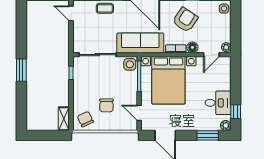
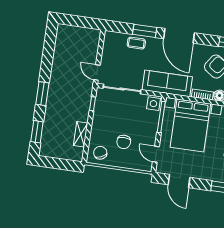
door: (71, 13) -> (97, 72), moved
window: (21, 108) -> (37, 132), added
shelving: (64, 119) -> (81, 134), moved

